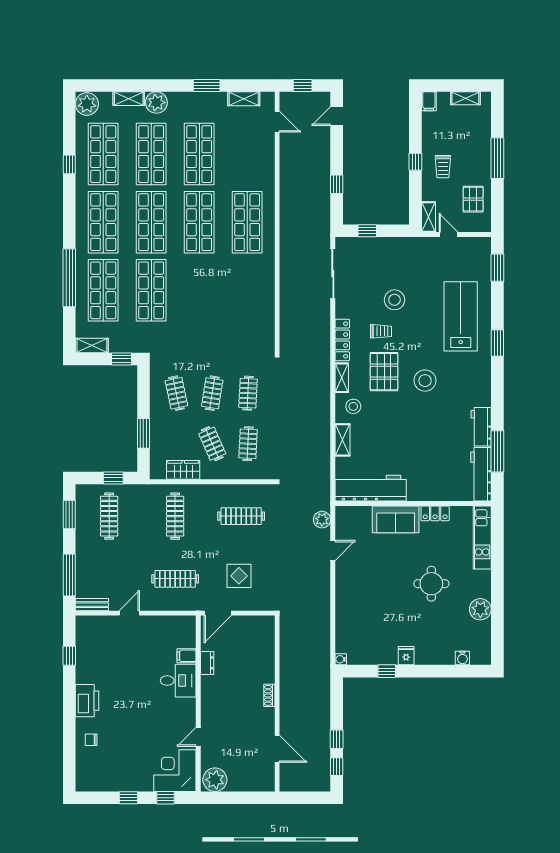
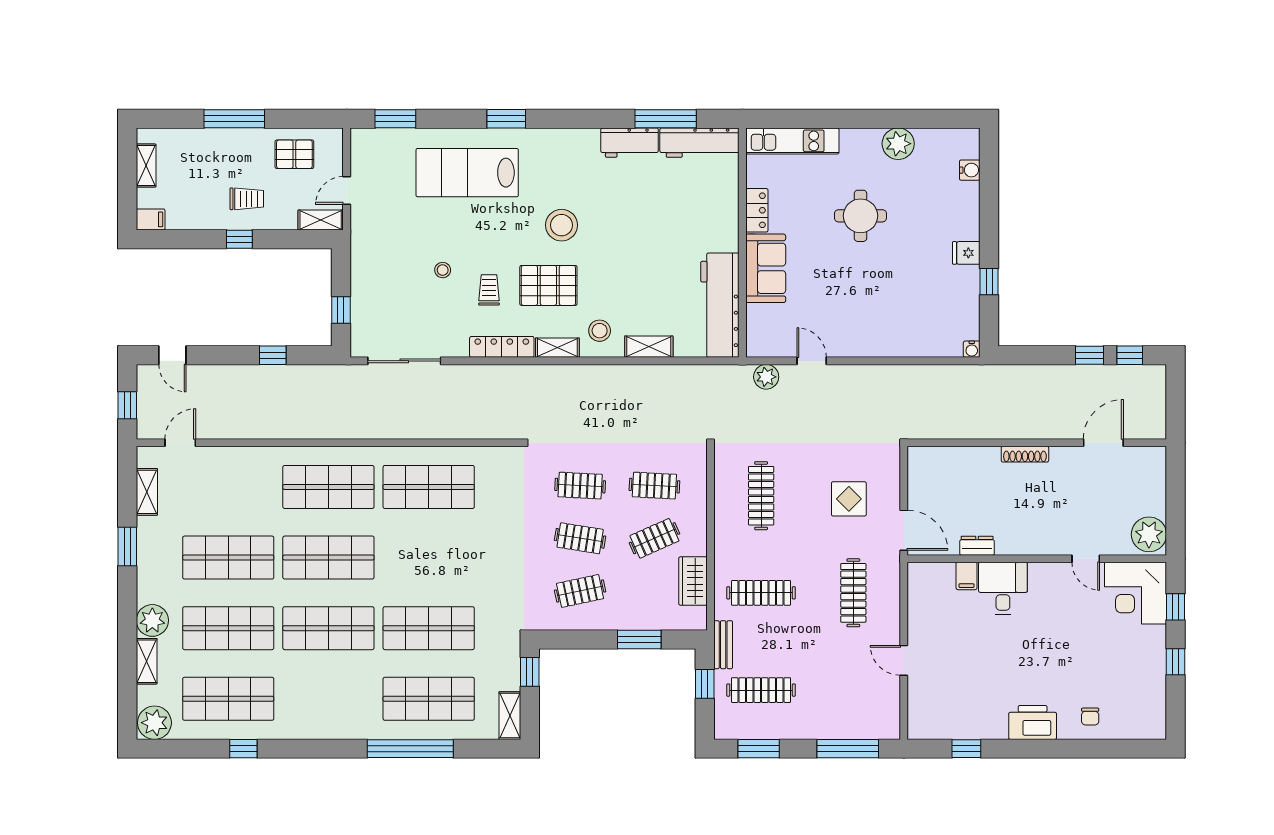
shop shelf: (103, 222) -> (429, 487), moved
stool: (394, 300) -> (443, 270), width x0.53, depth x0.53
bench: (92, 605) -> (723, 645), moved
shoe rack: (269, 695) -> (1025, 454), width x1.43

